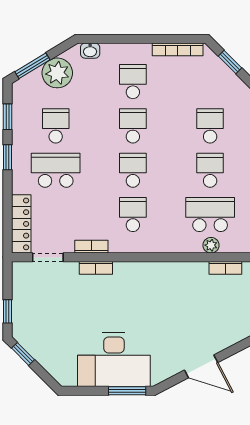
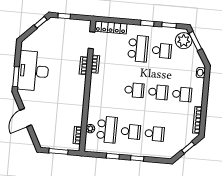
plant: (57, 73) -> (184, 41), moved
school desk: (133, 215) -> (110, 88), removed

